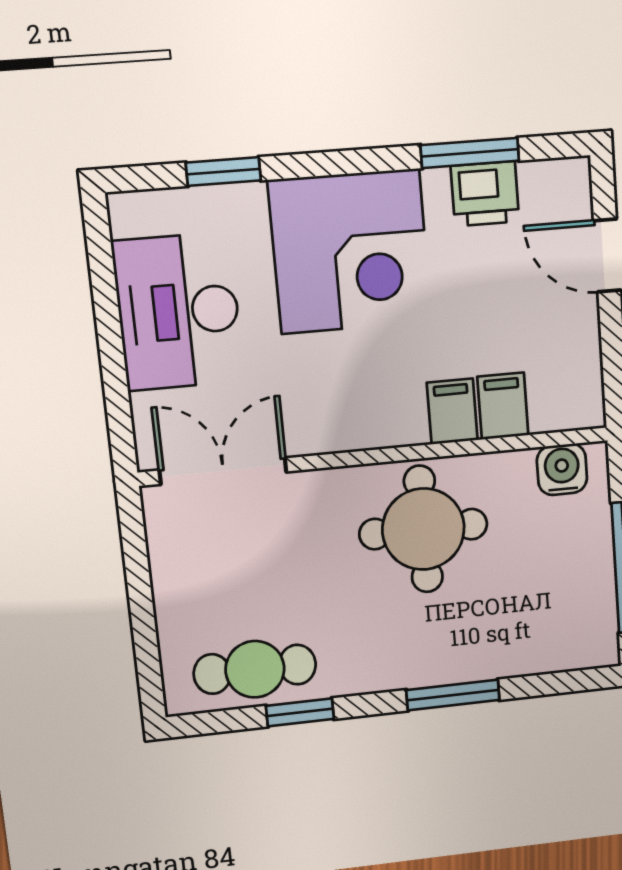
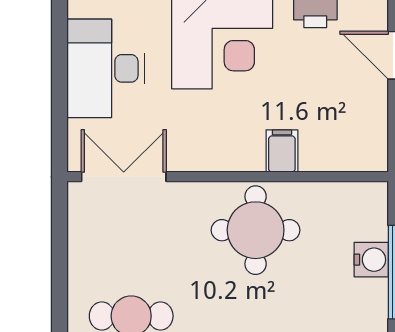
filing cabinet: (503, 406) -> (317, 151), removed
water cooler: (562, 469) -> (371, 260), moved, turned 90

